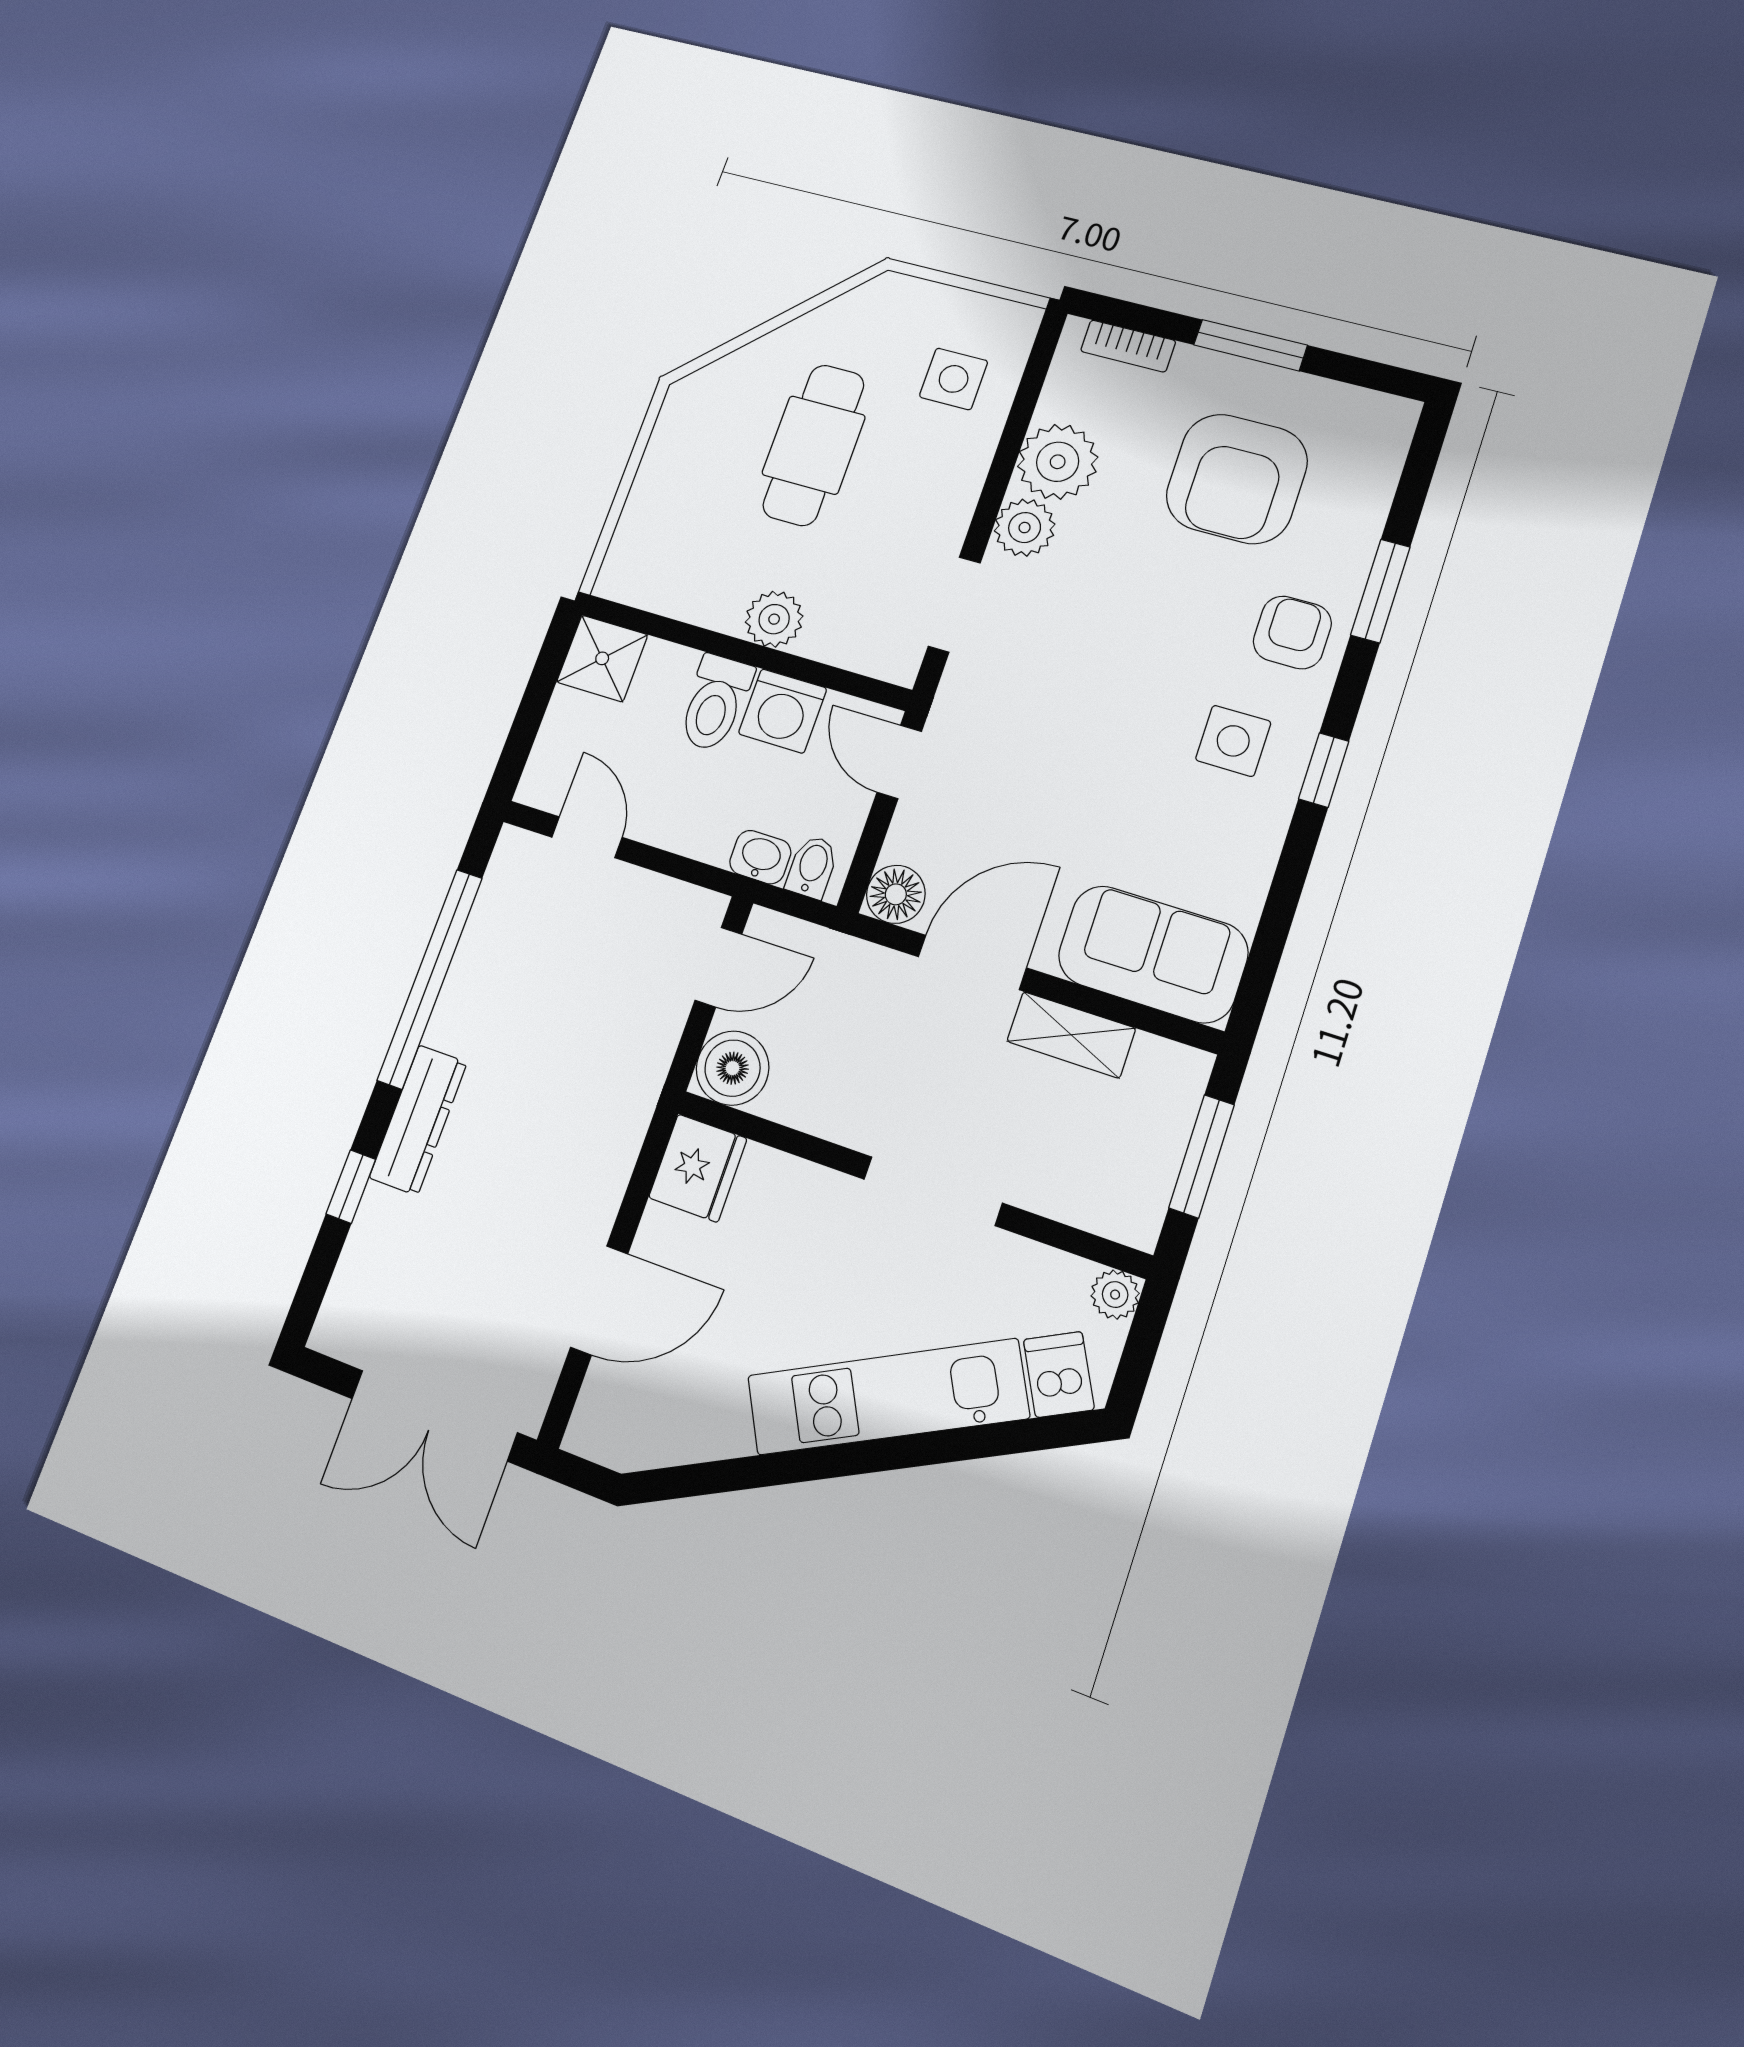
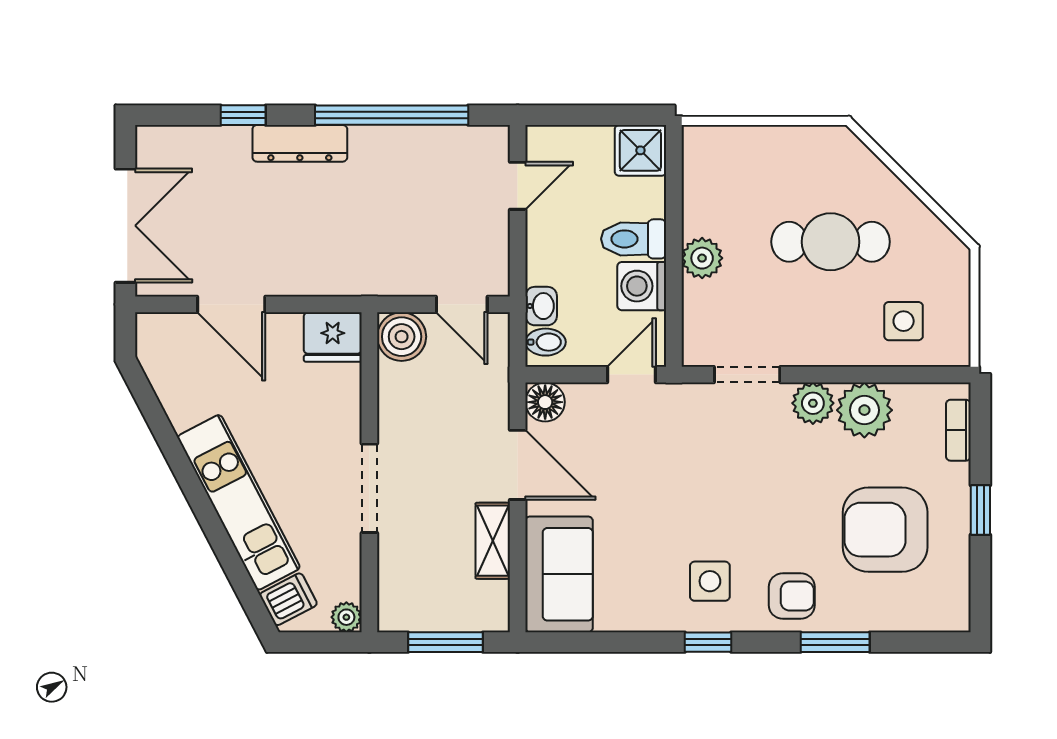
window: (1250, 345) -> (980, 510), width x0.67
double door: (434, 1416) -> (125, 226), swing flipped

